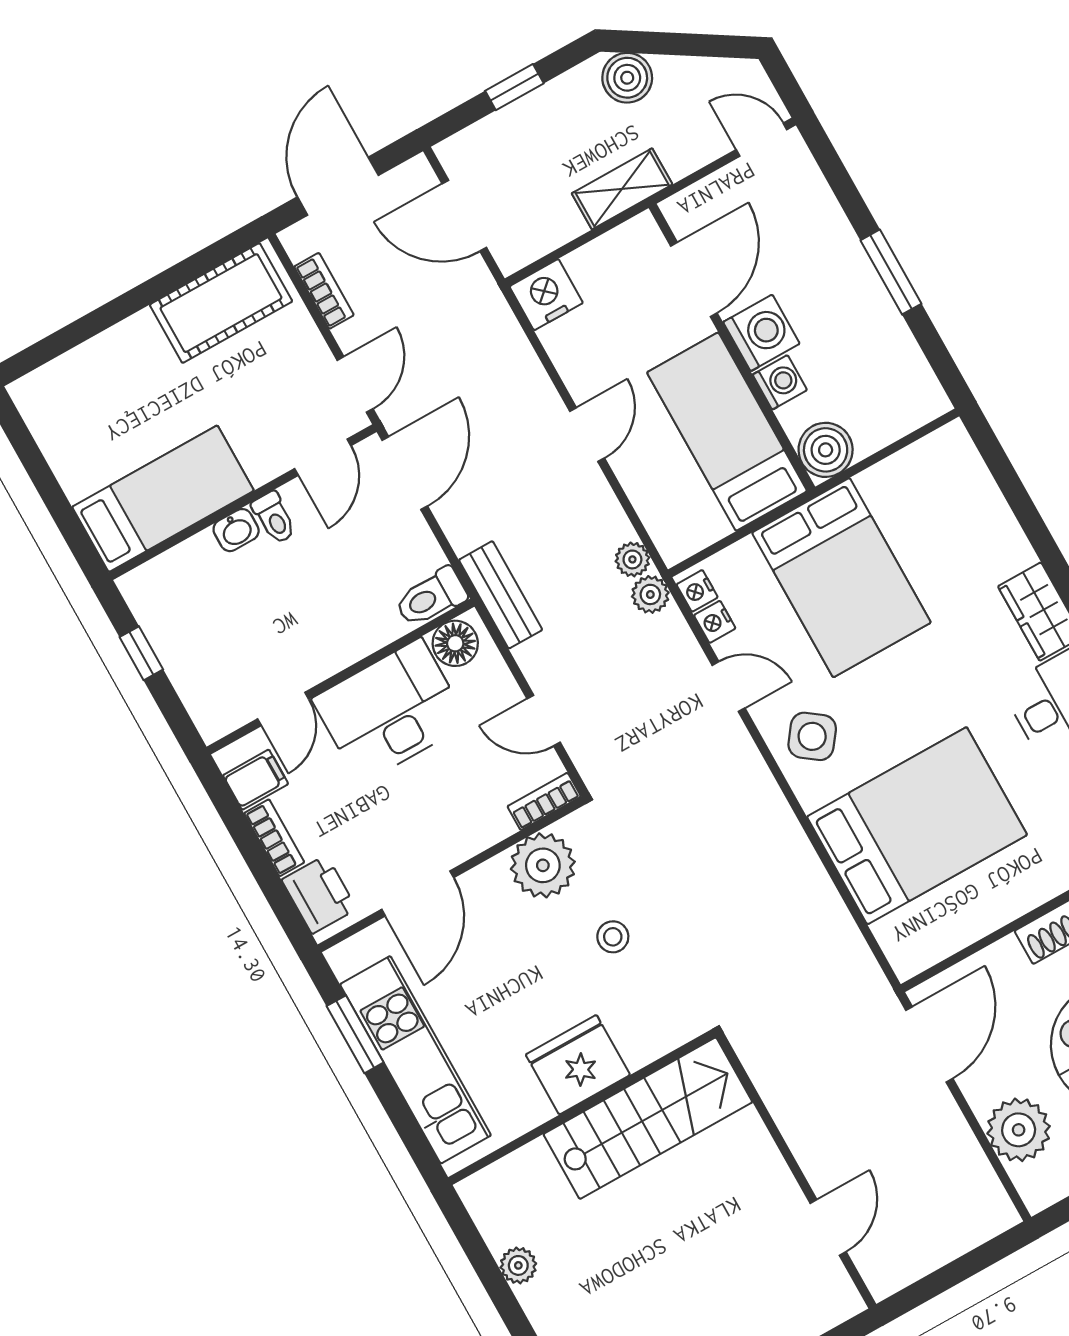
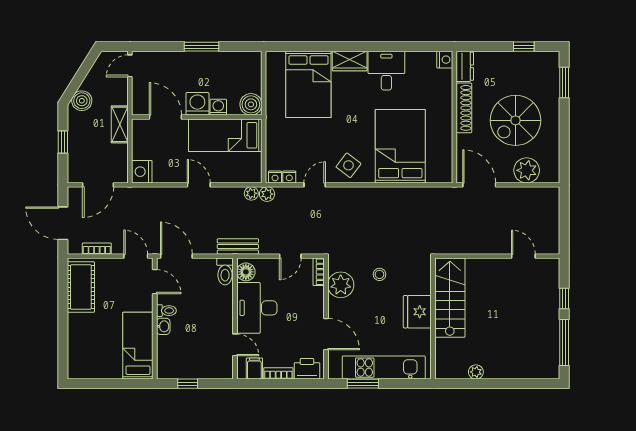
bed: (841, 578) -> (308, 84), moved, turned 90

